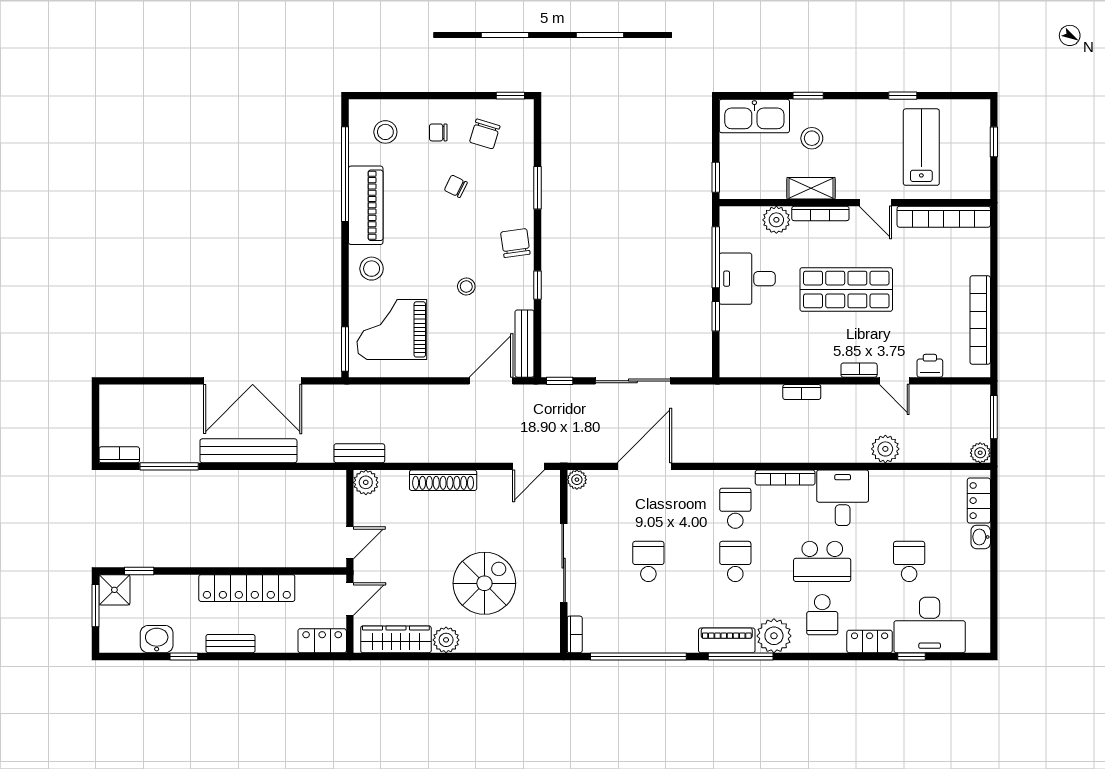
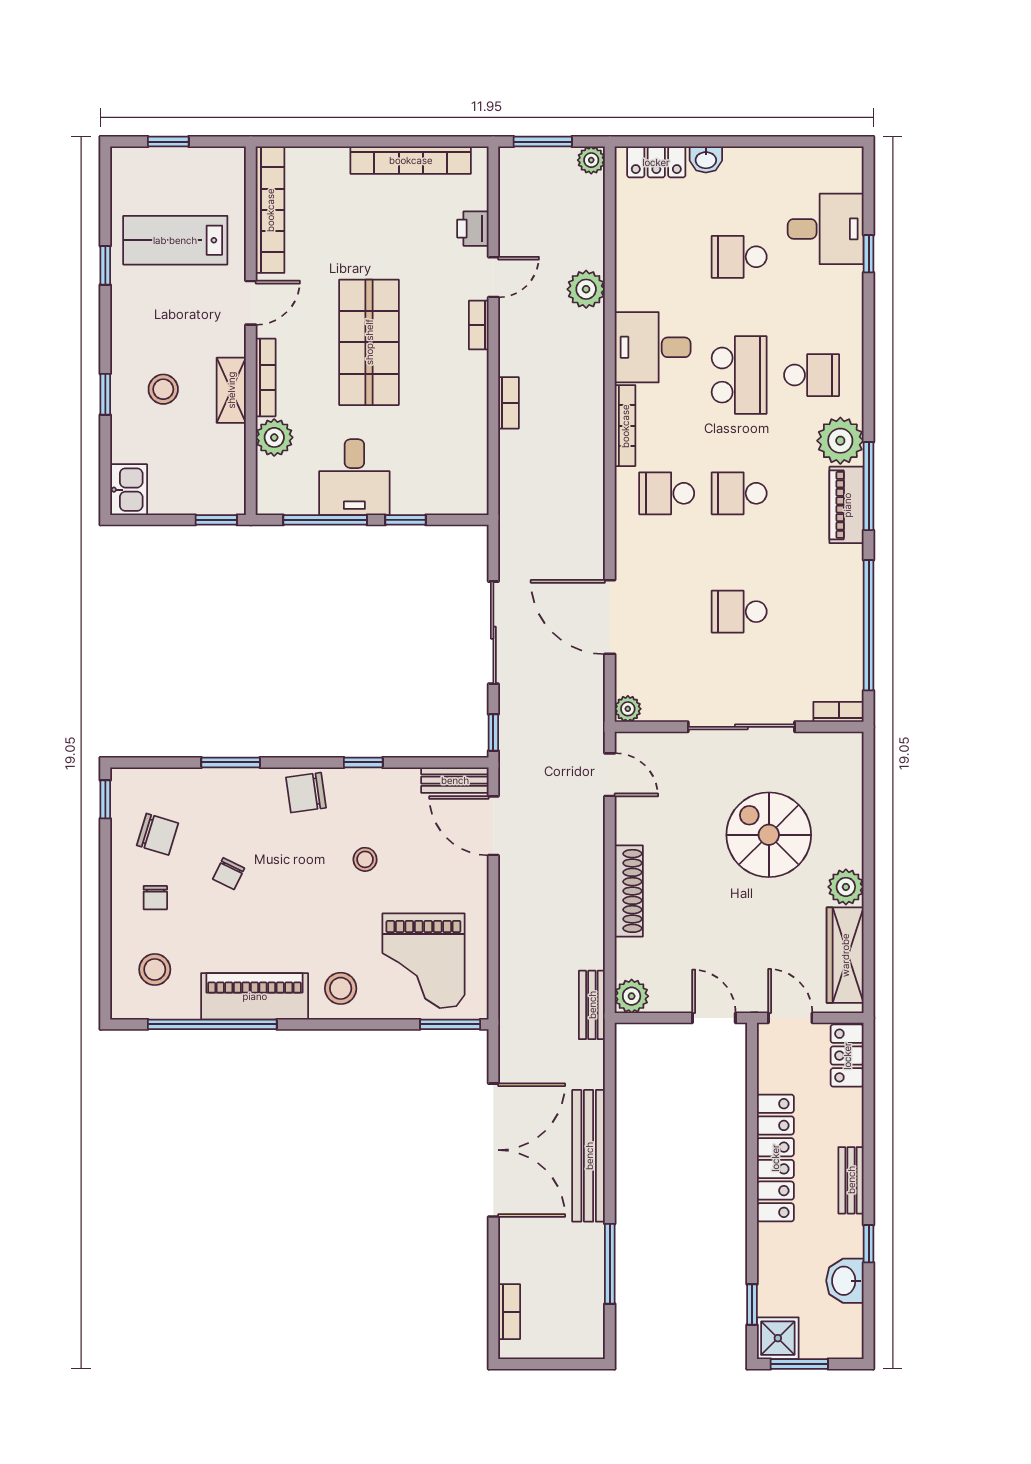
kitchen sink: (754, 116) -> (129, 490), width x0.53, depth x0.81
bench: (525, 344) -> (455, 780), width x0.73
bookcase: (119, 455) -> (509, 1312), moved, turned 180
desk: (930, 625) -> (826, 229), width x0.73
locker: (870, 642) -> (848, 311), removed

